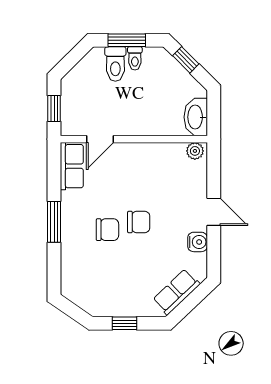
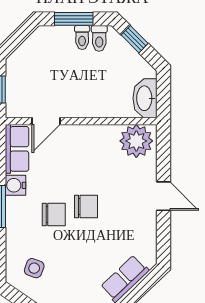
toilet: (115, 64) -> (99, 38), moved, width x0.73, depth x0.72
plant: (195, 151) -> (136, 141), width x1.87, depth x1.87
water cooler: (198, 242) -> (15, 185), moved, turned 180
side table: (88, 282) -> (34, 268), added

